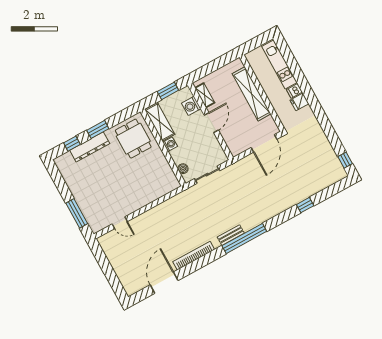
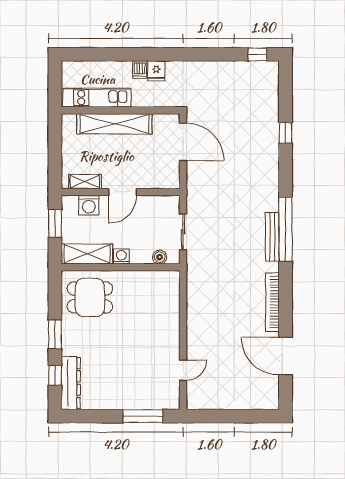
kitchen unit: (279, 65) -> (97, 98), moved, turned 180
door: (211, 123) -> (123, 192), swing flipped
dresser: (90, 147) -> (71, 383), moved
bench: (231, 235) -> (272, 237), width x1.36

